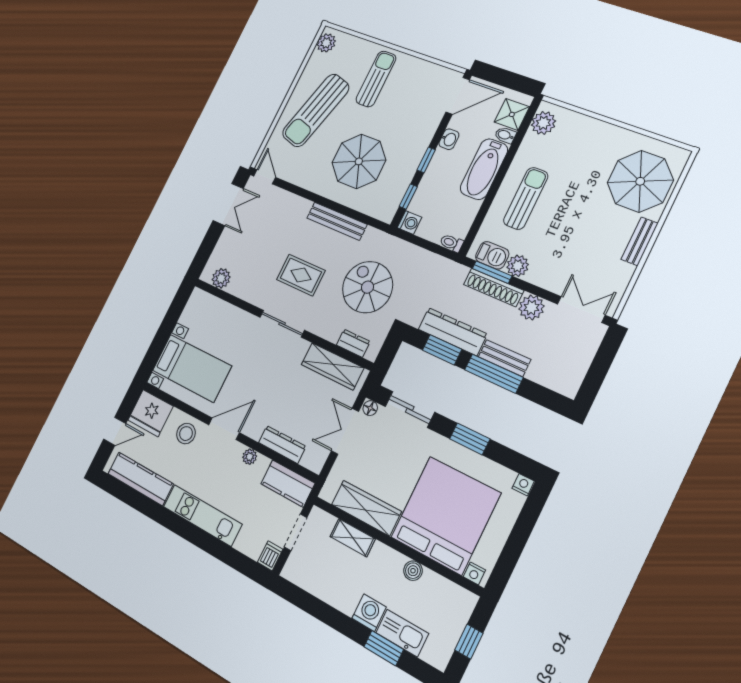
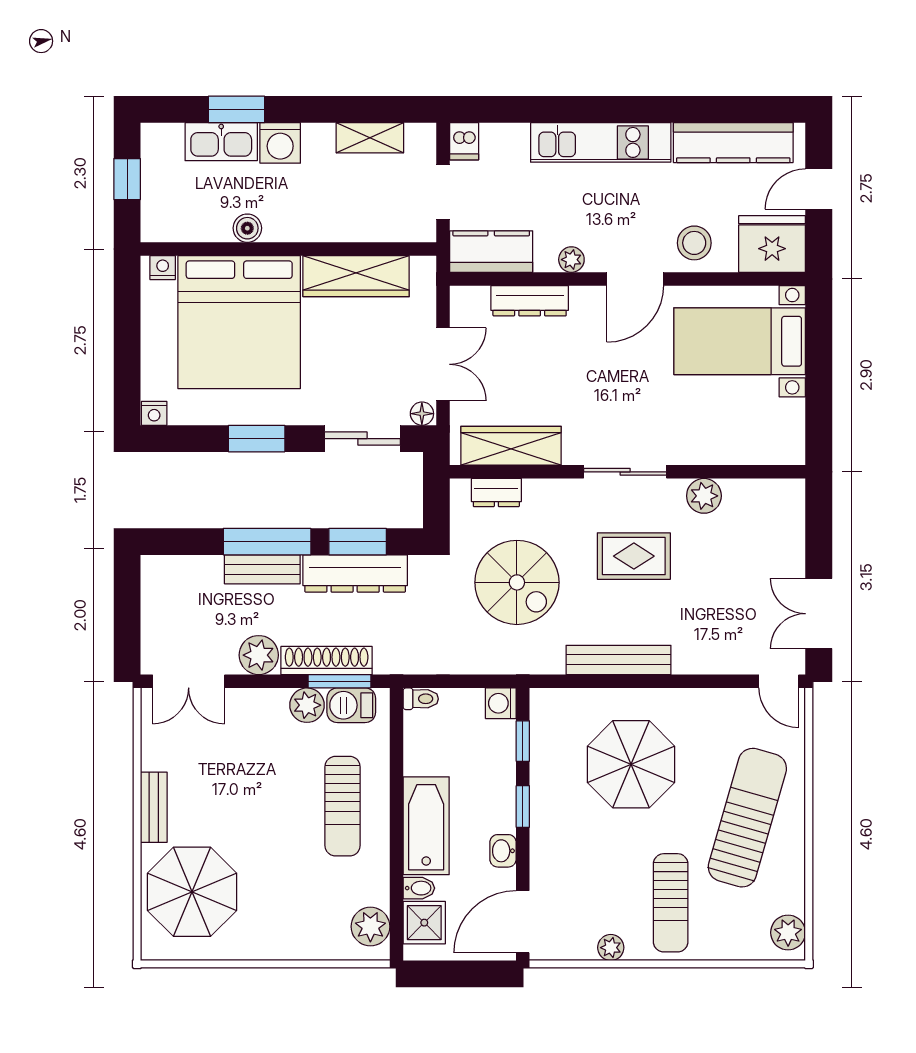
plant: (418, 66) -> (611, 948), added
plant: (221, 278) -> (704, 496), moved
shelving: (353, 538) -> (370, 138), moved

